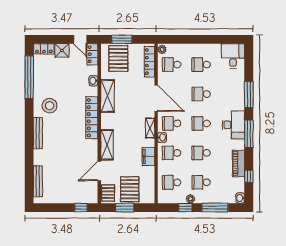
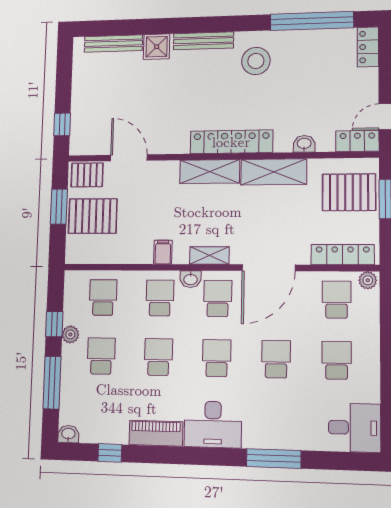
shower: (62, 50) -> (157, 47), moved
window: (249, 134) -> (194, 456), removed
shelving: (107, 145) -> (210, 172), moved
filing cabinet: (148, 157) -> (163, 252), width x0.50
piano: (239, 163) -> (156, 433), moved

